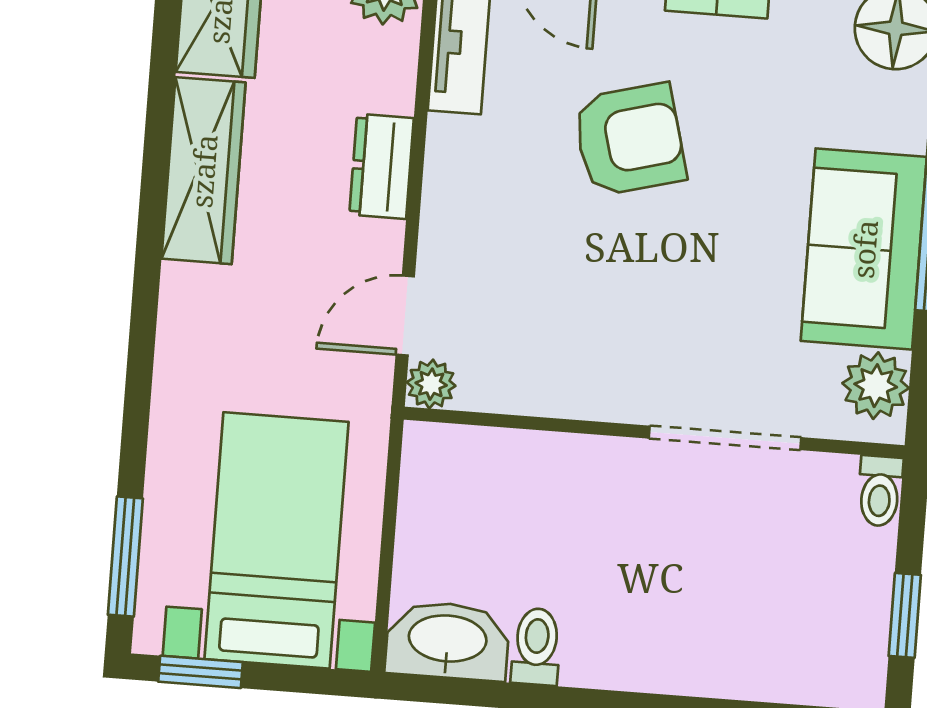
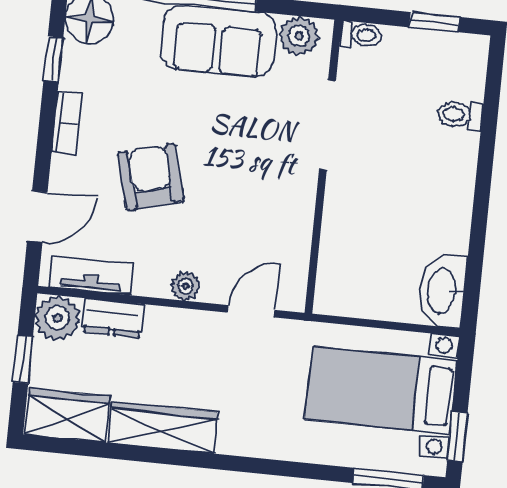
dresser: (382, 166) -> (113, 318), moved
door: (405, 315) -> (251, 311), swing flipped
plant: (431, 384) -> (186, 286), moved
toilet: (536, 647) -> (460, 115), moved

